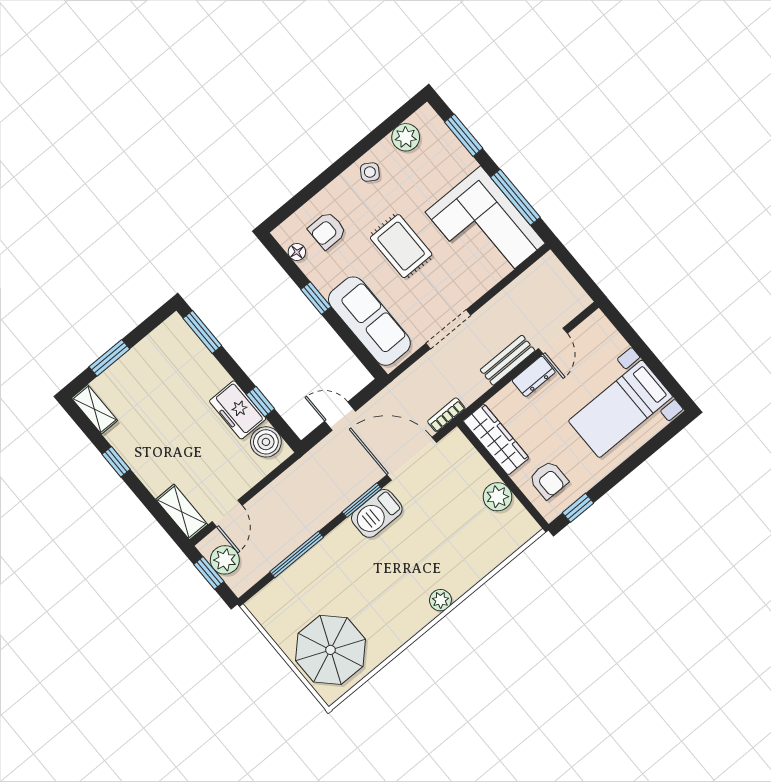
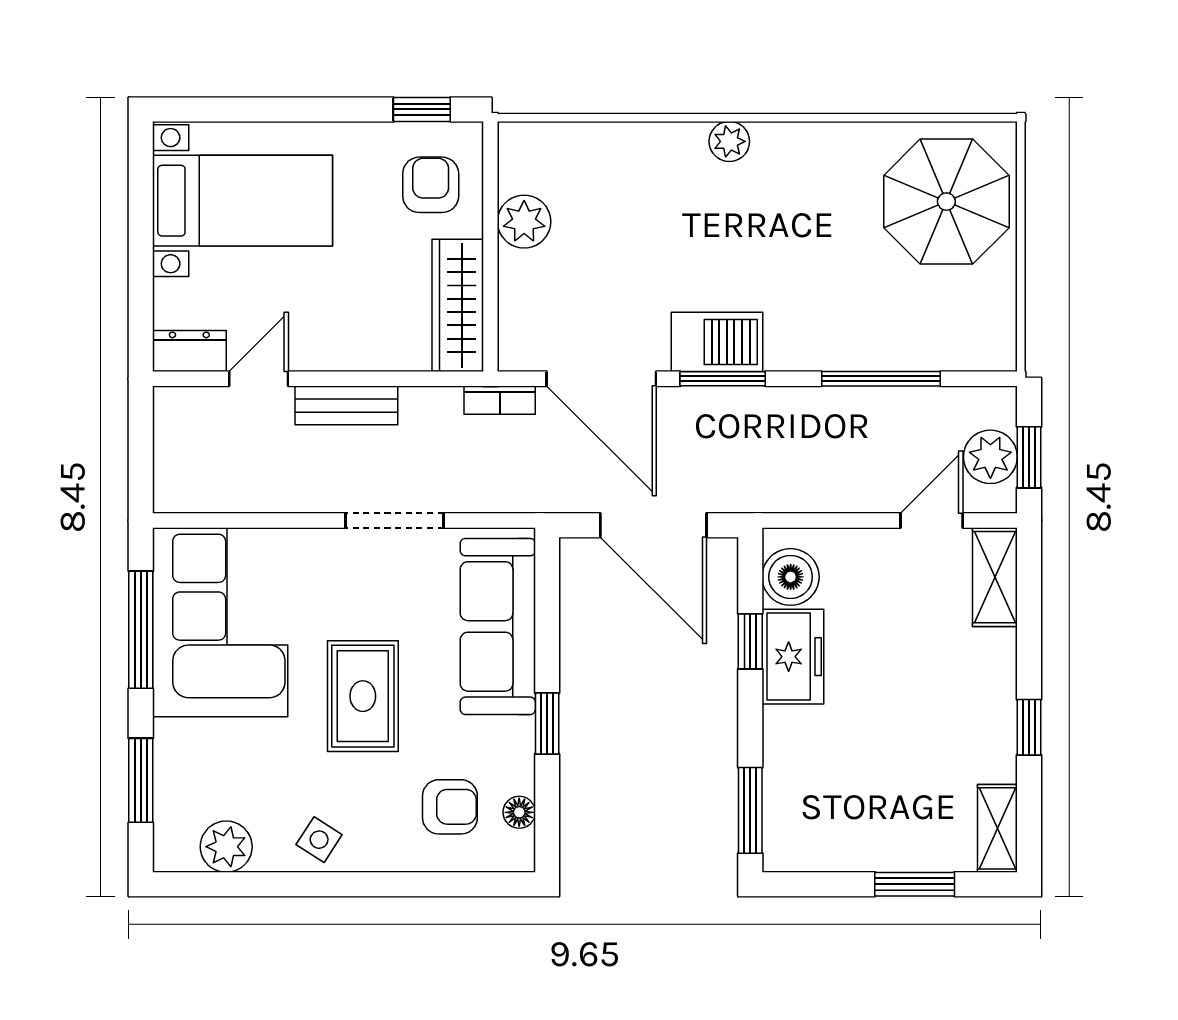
dresser: (534, 376) -> (189, 351), moved
door: (340, 416) -> (653, 525), width x1.88

